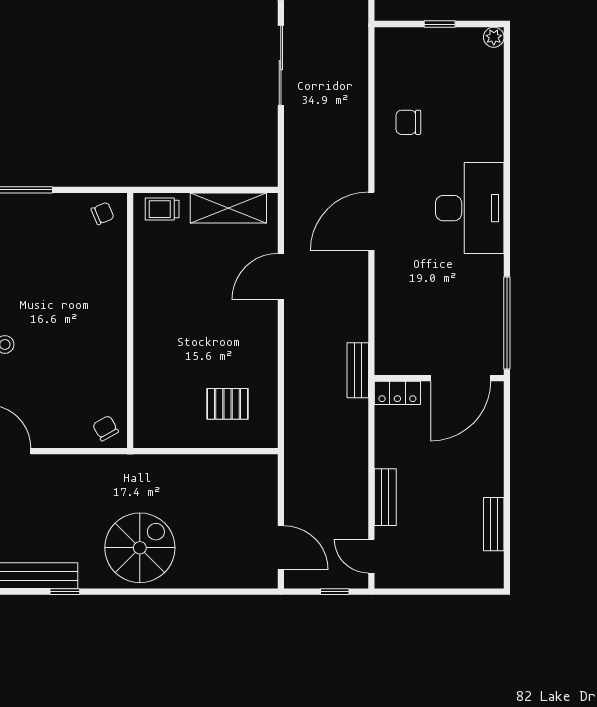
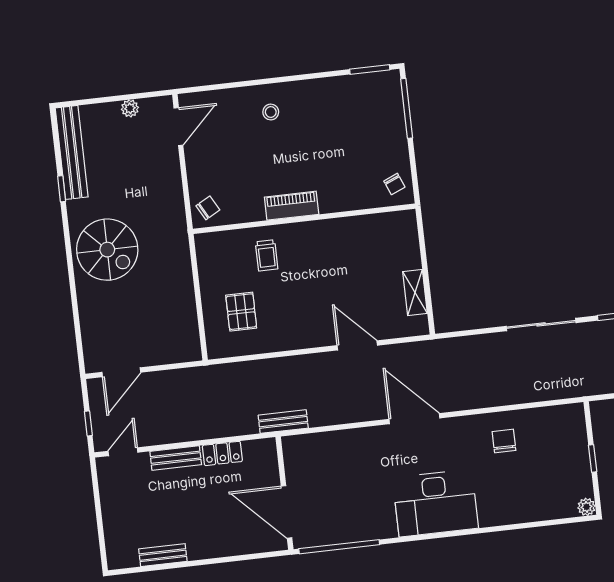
shelving: (228, 208) -> (415, 293), width x0.67, depth x0.75
trolley: (162, 209) -> (267, 255), moved, turned 180
piano: (114, 333) -> (292, 206), added
locker: (397, 393) -> (222, 453), moved, turned -90

